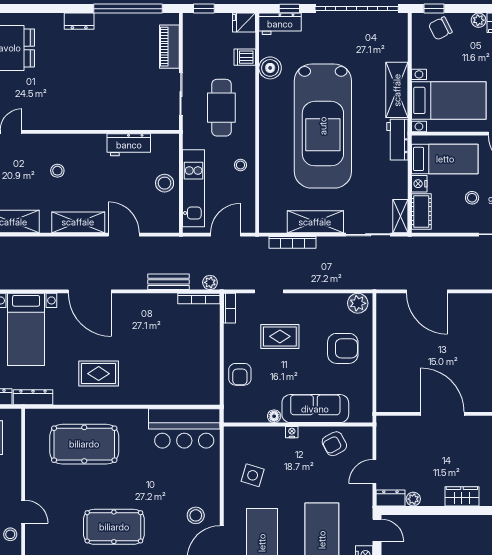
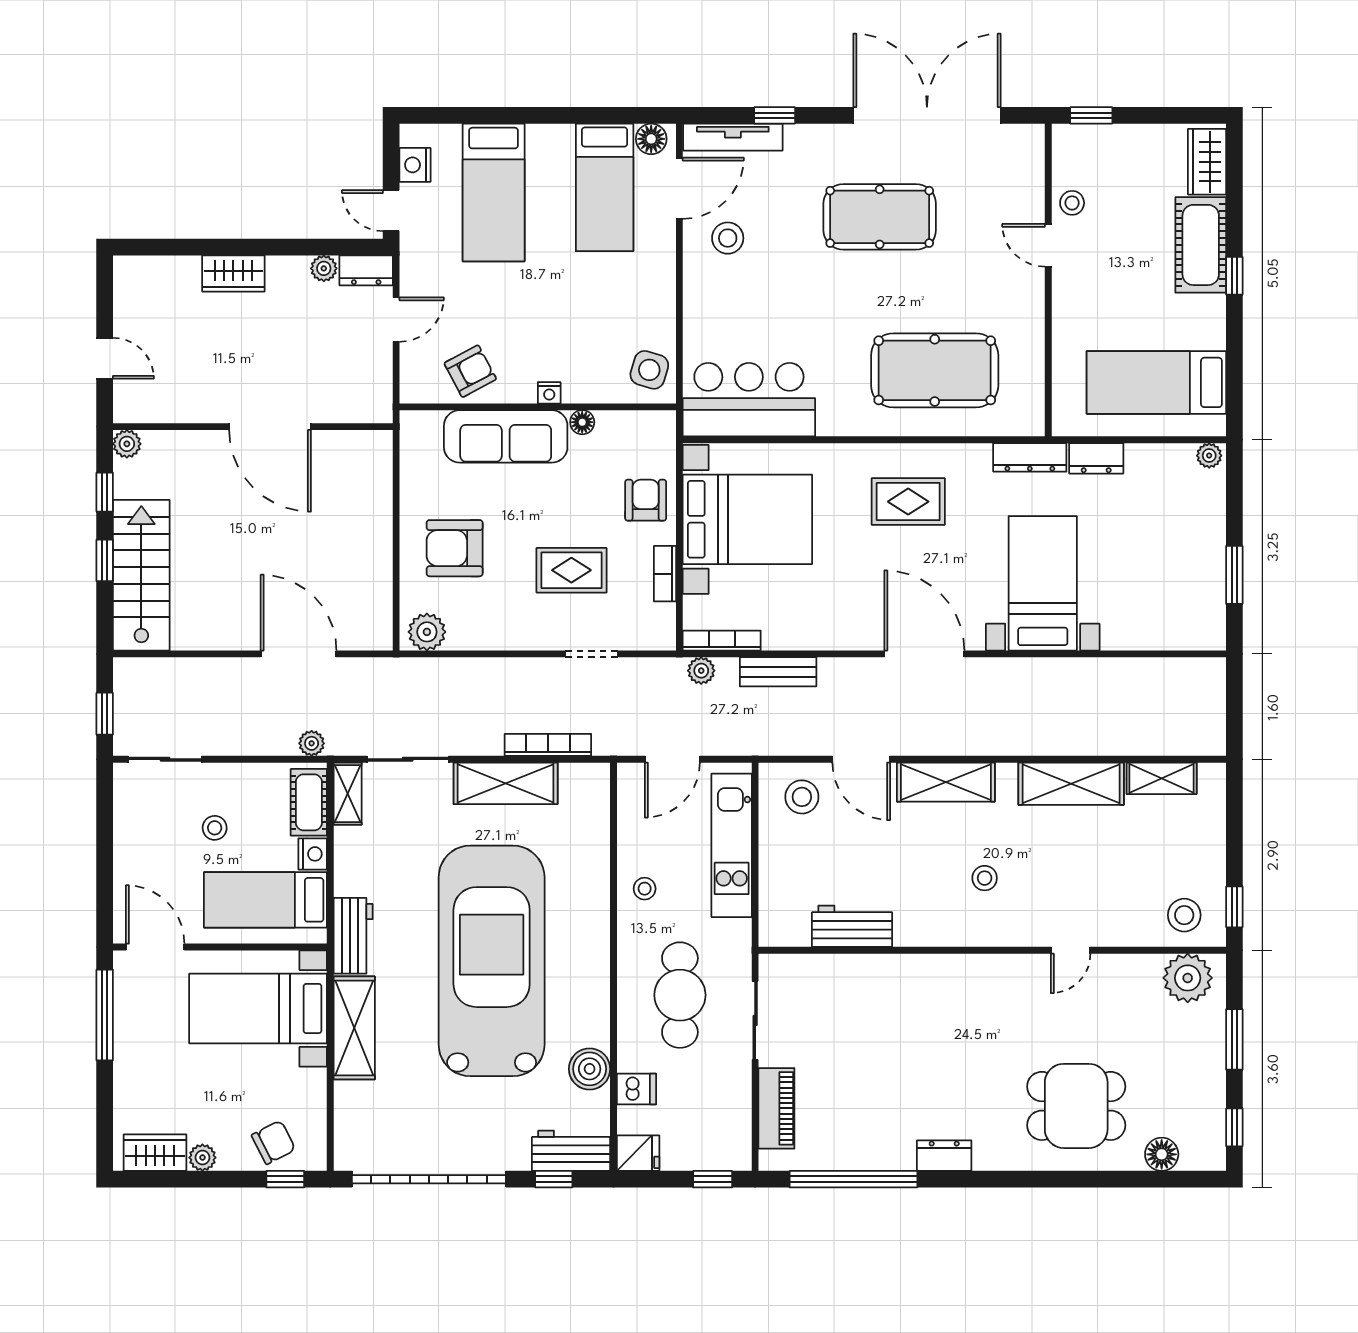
stool: (165, 183) -> (802, 797), moved
plant: (420, 243) -> (312, 743), added
bookcase: (229, 308) -> (665, 574), moved
bed with nightstands: (185, 364) -> (747, 519), added
side table: (253, 475) -> (649, 370), moved

